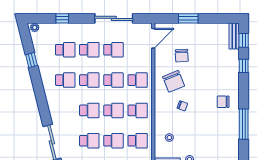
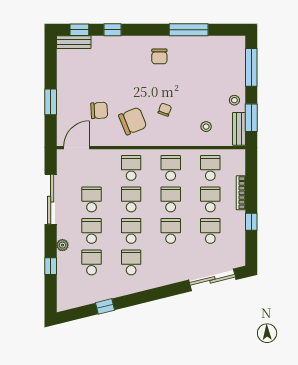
plant: (35, 27) -> (62, 245), moved
door: (153, 38) -> (77, 148), hinge flipped

